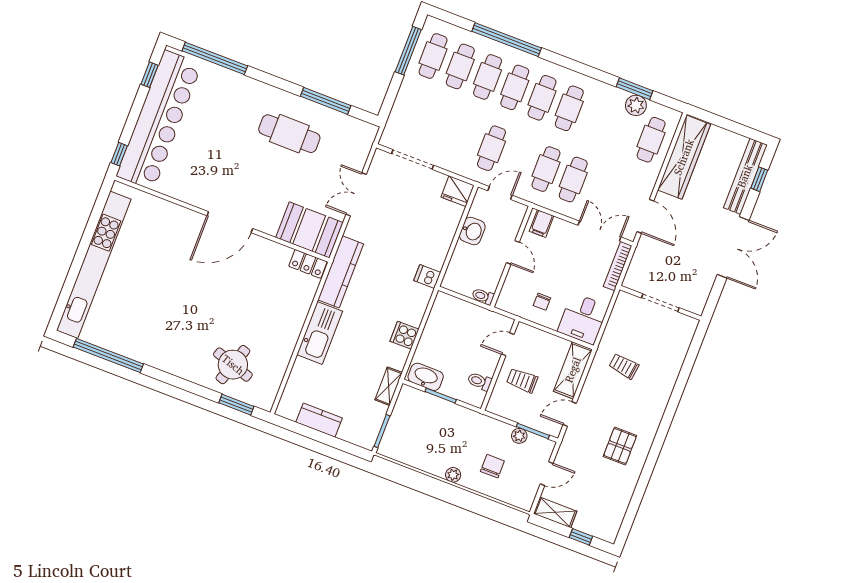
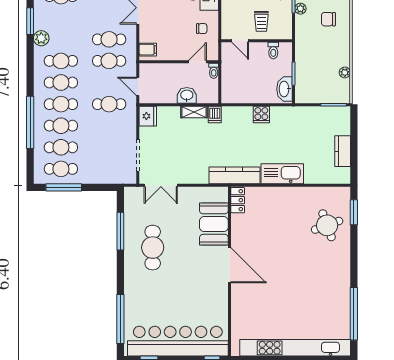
plant: (636, 105) -> (41, 38), moved
double door: (356, 194) -> (161, 185), moved
booth: (309, 230) -> (214, 224), moved
washbasin: (472, 231) -> (187, 95), moved
door: (513, 252) -> (197, 62), moved
round table: (233, 365) -> (327, 225), turned -38
shelving: (389, 386) -> (194, 112), moved
plant: (453, 475) -> (345, 72), moved

